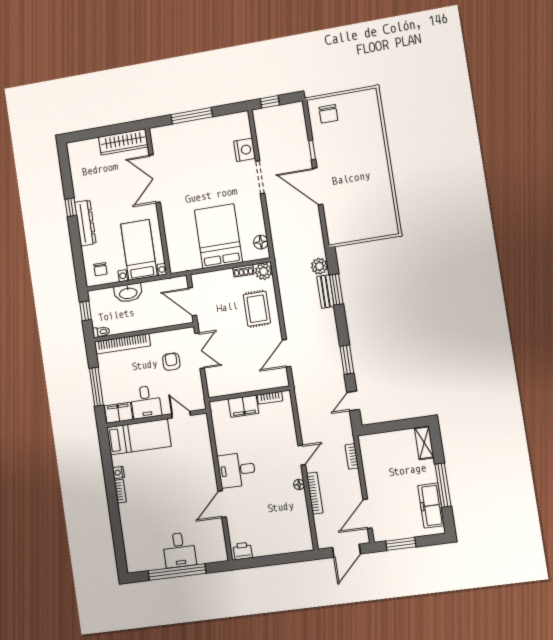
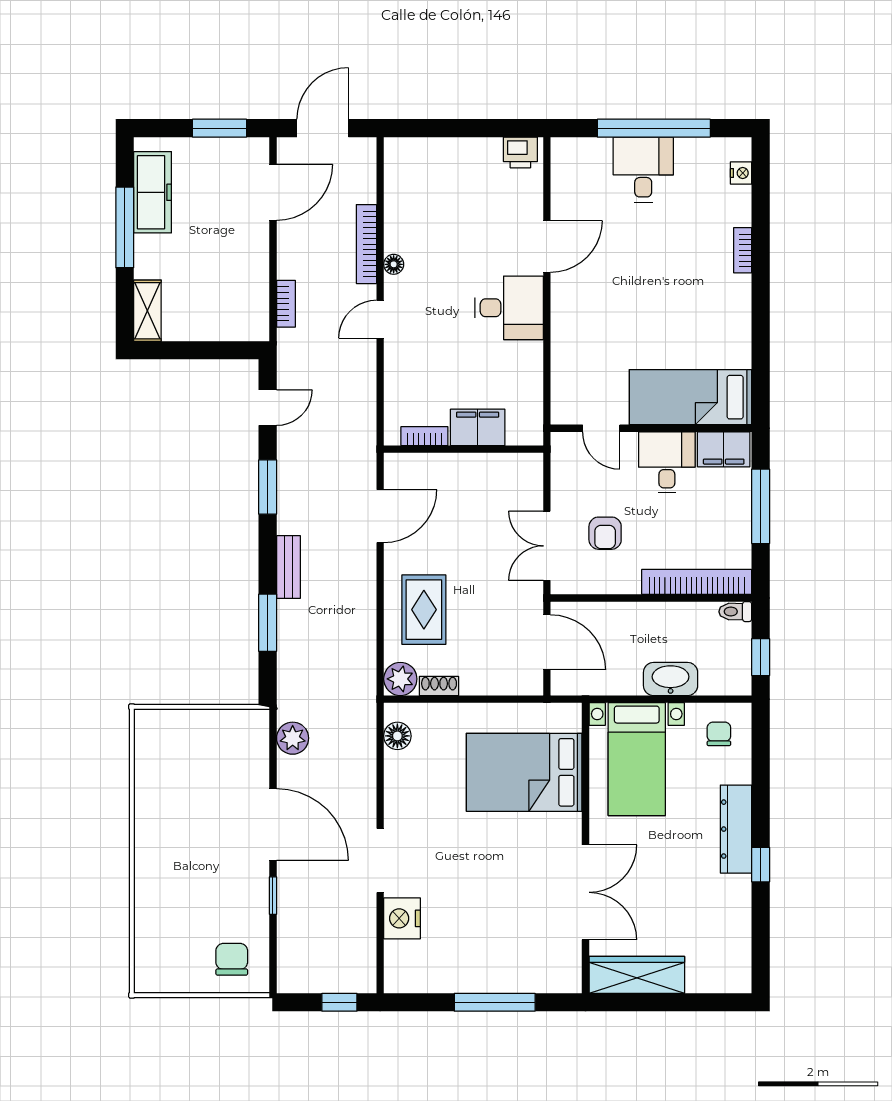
bed: (218, 236) -> (524, 772), moved, turned 90
plant: (319, 266) -> (293, 738), moved
bench: (325, 291) -> (288, 567), moved
nightstand: (118, 473) -> (741, 173), moved
bookcase: (120, 491) -> (743, 250), moved

